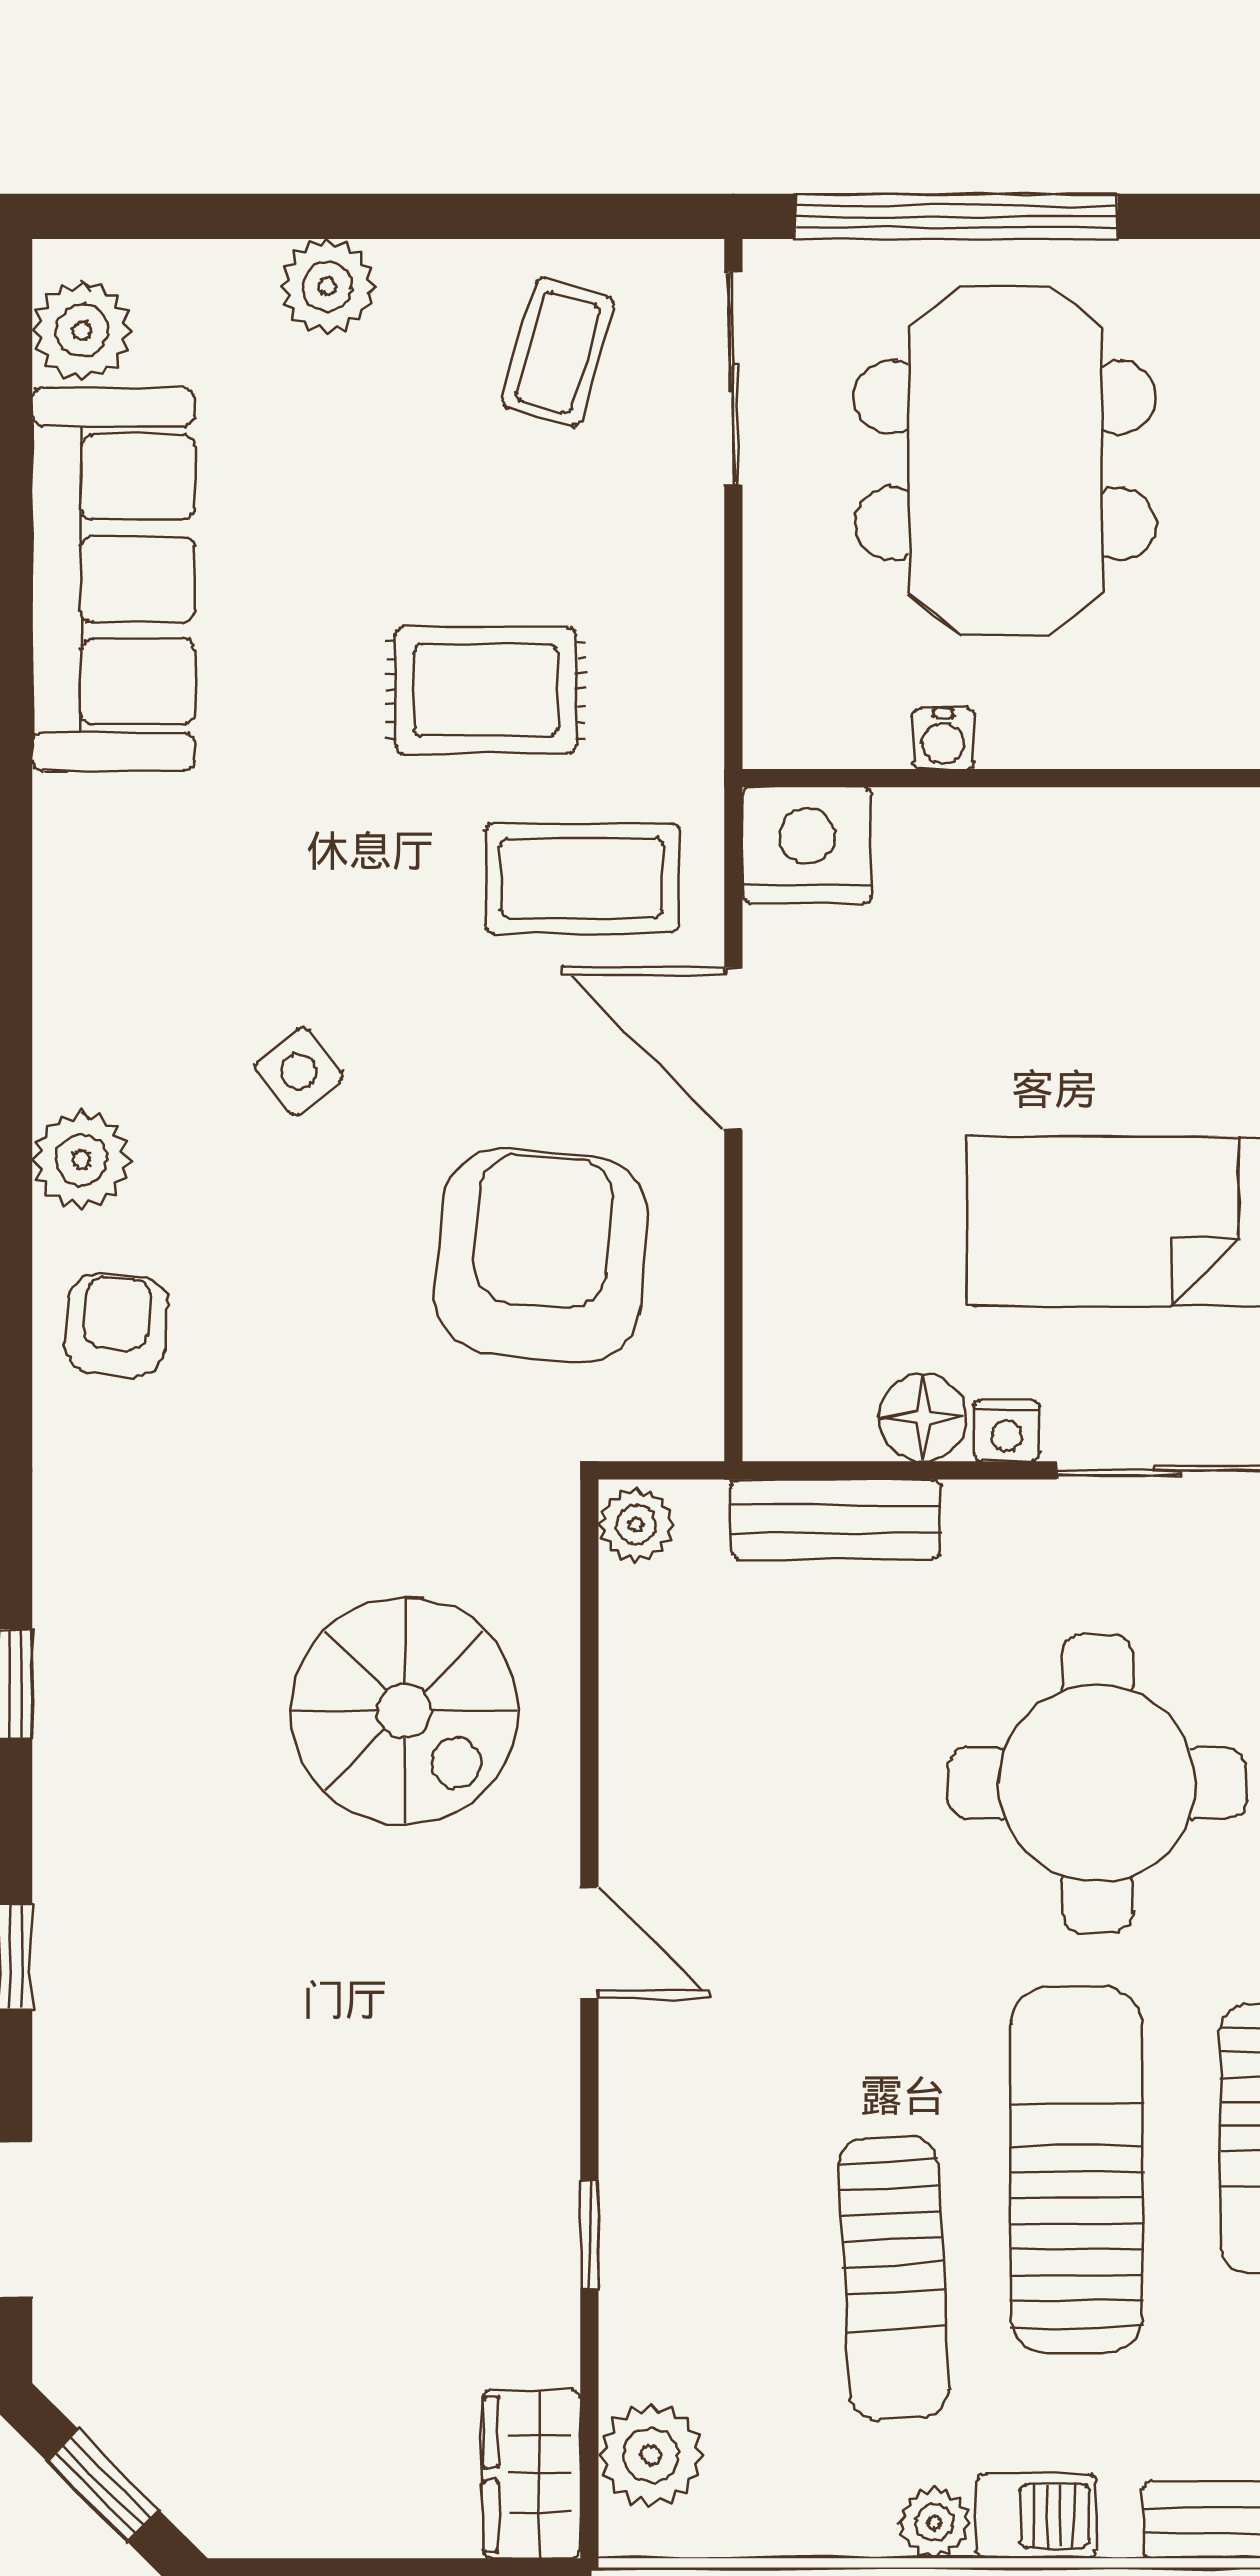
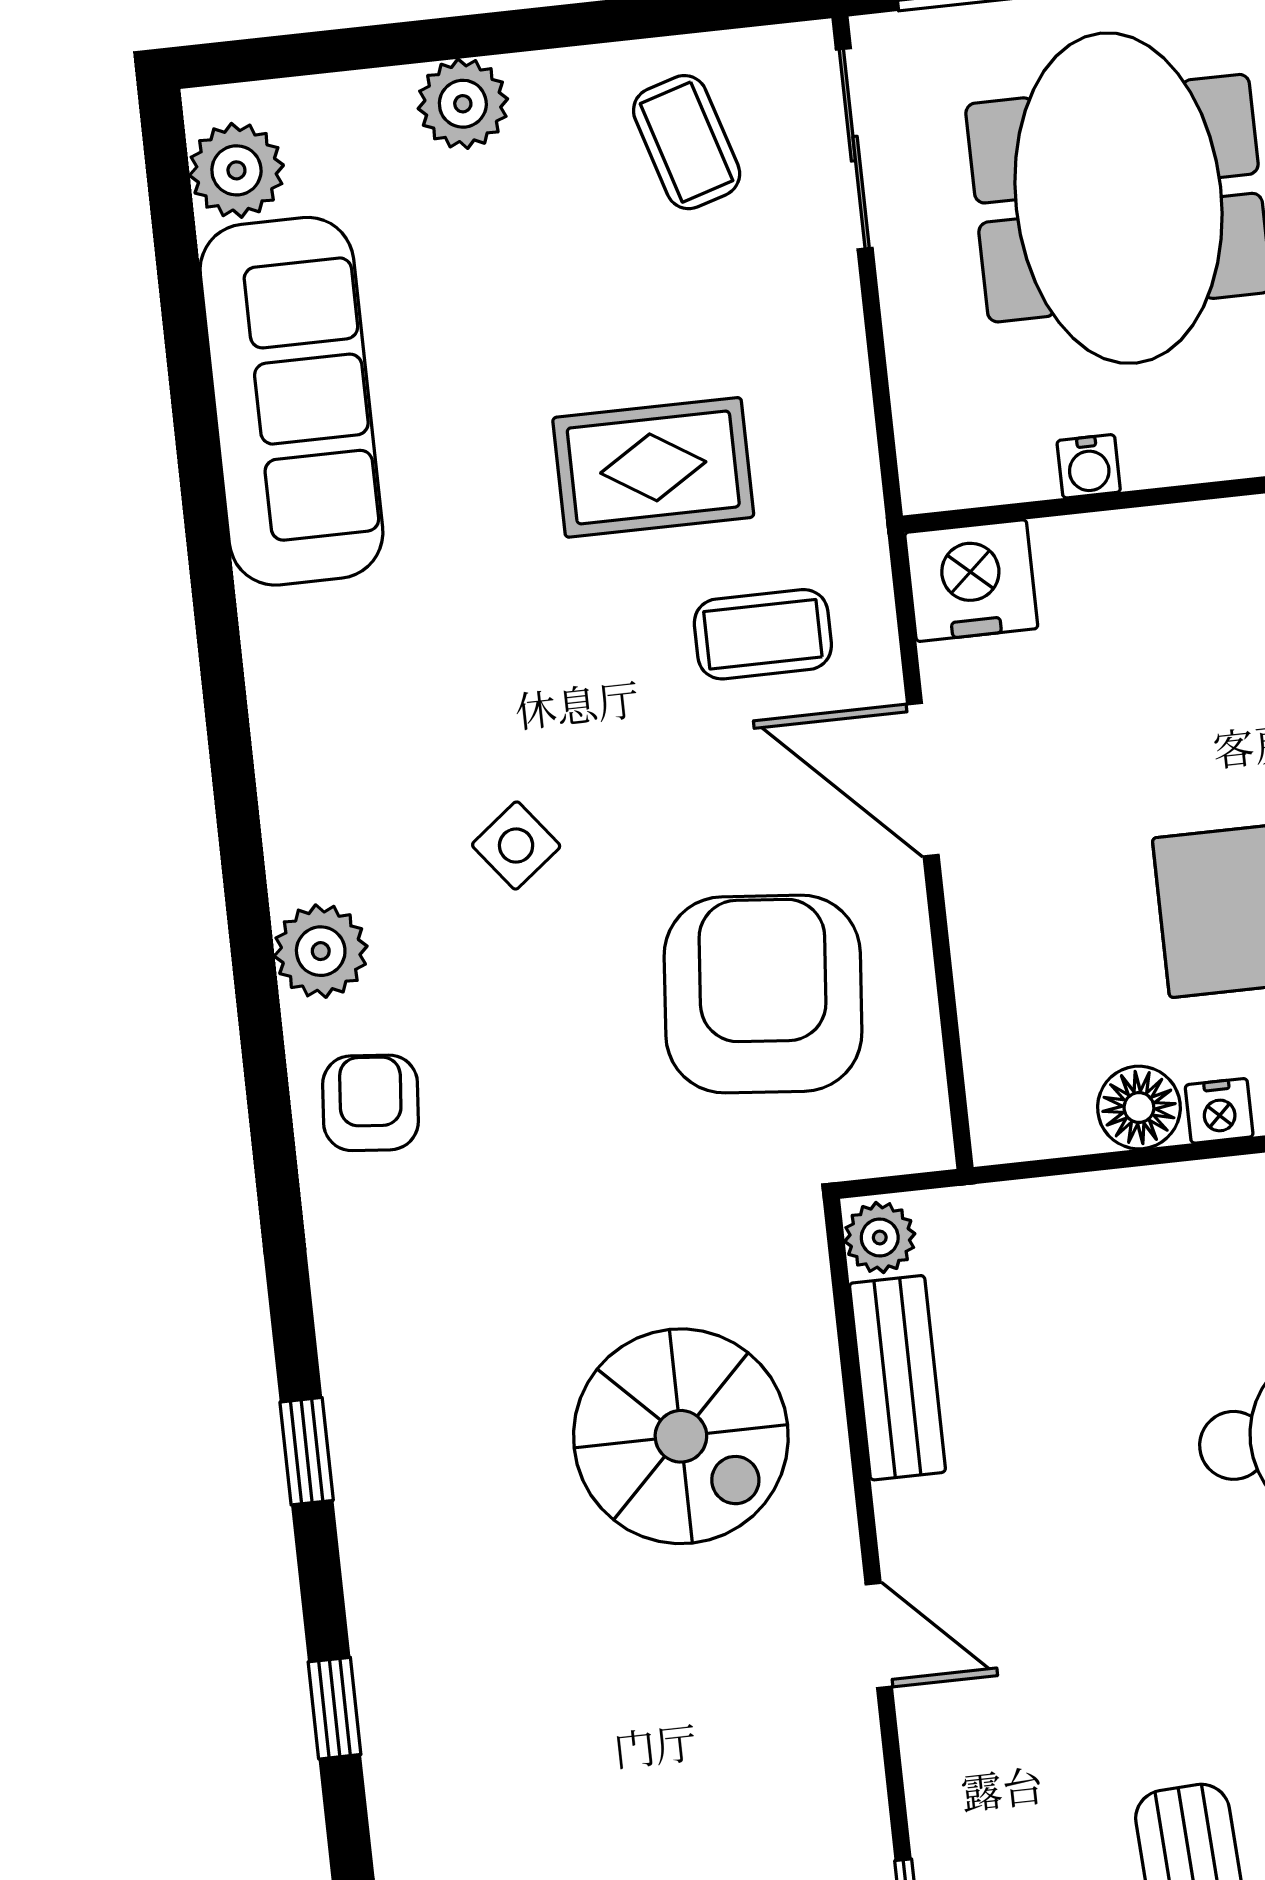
coffee table: (558, 352) -> (687, 142), turned -33
coffee table: (582, 878) -> (763, 634), width x0.73, depth x0.77
bench: (836, 1519) -> (897, 1378), moved, turned 90

